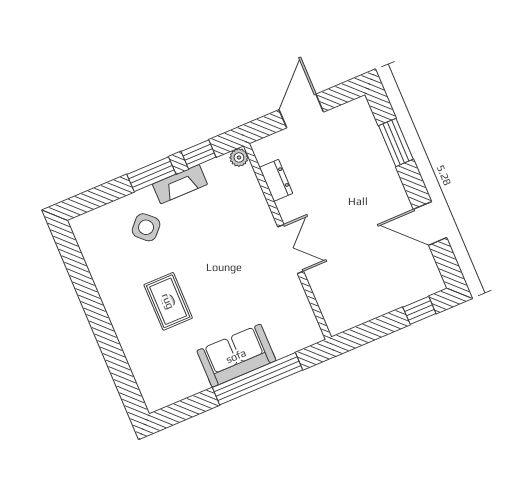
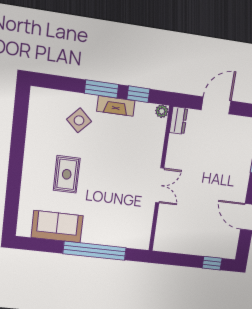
dresser: (276, 180) -> (178, 120), moved
sofa: (236, 356) -> (57, 227), moved

